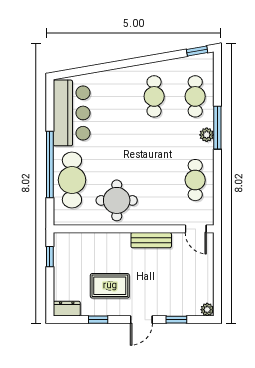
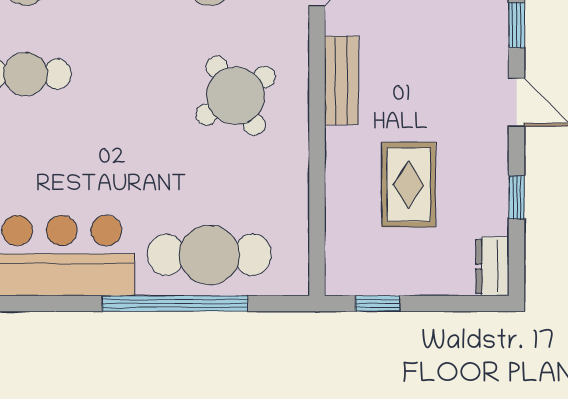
round table: (117, 200) -> (236, 96), moved, turned -33
rug: (110, 286) -> (409, 185), moved

